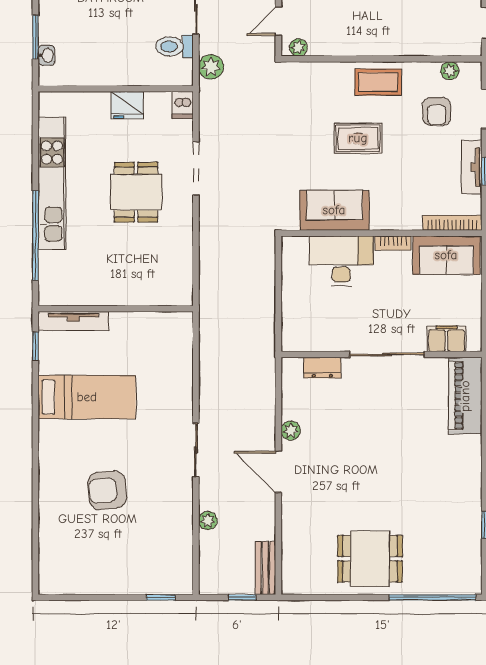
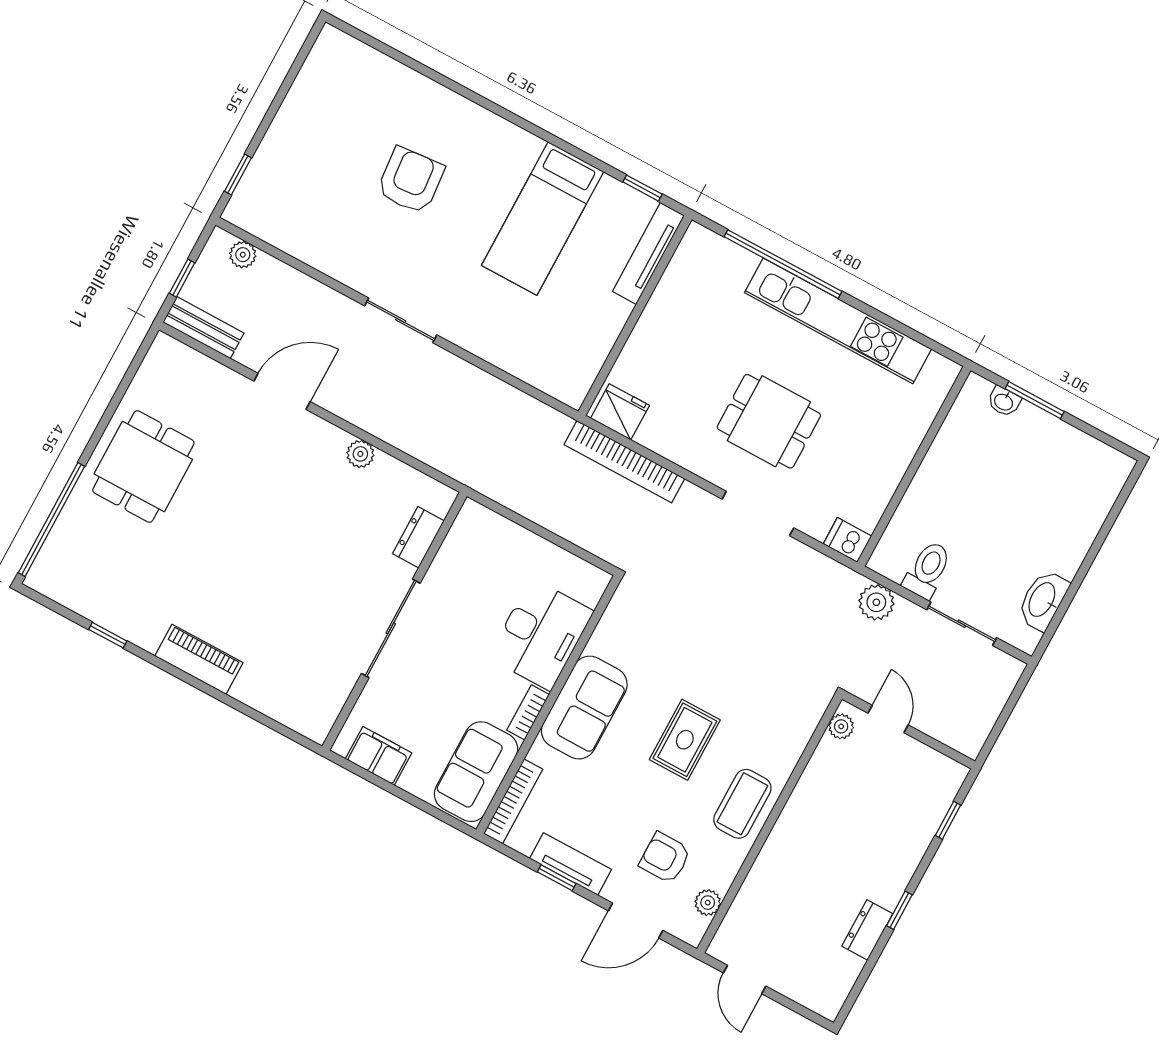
fridge: (127, 105) -> (620, 412), moved, turned 90
sofa: (334, 210) -> (584, 708), moved
bookcase: (208, 267) -> (624, 462), added
filing cabinet: (447, 339) -> (379, 756), moved, turned -90
piano: (465, 396) -> (199, 659), moved, width x0.73, depth x0.75
door: (278, 472) -> (282, 391), moved
plant: (208, 521) -> (243, 255), moved

